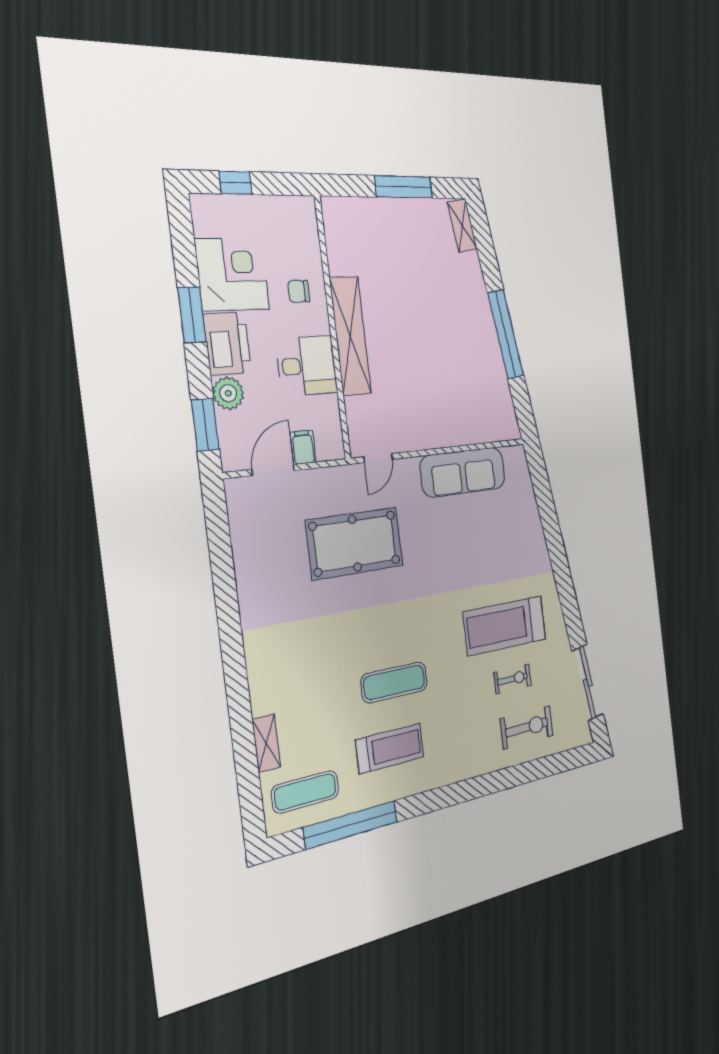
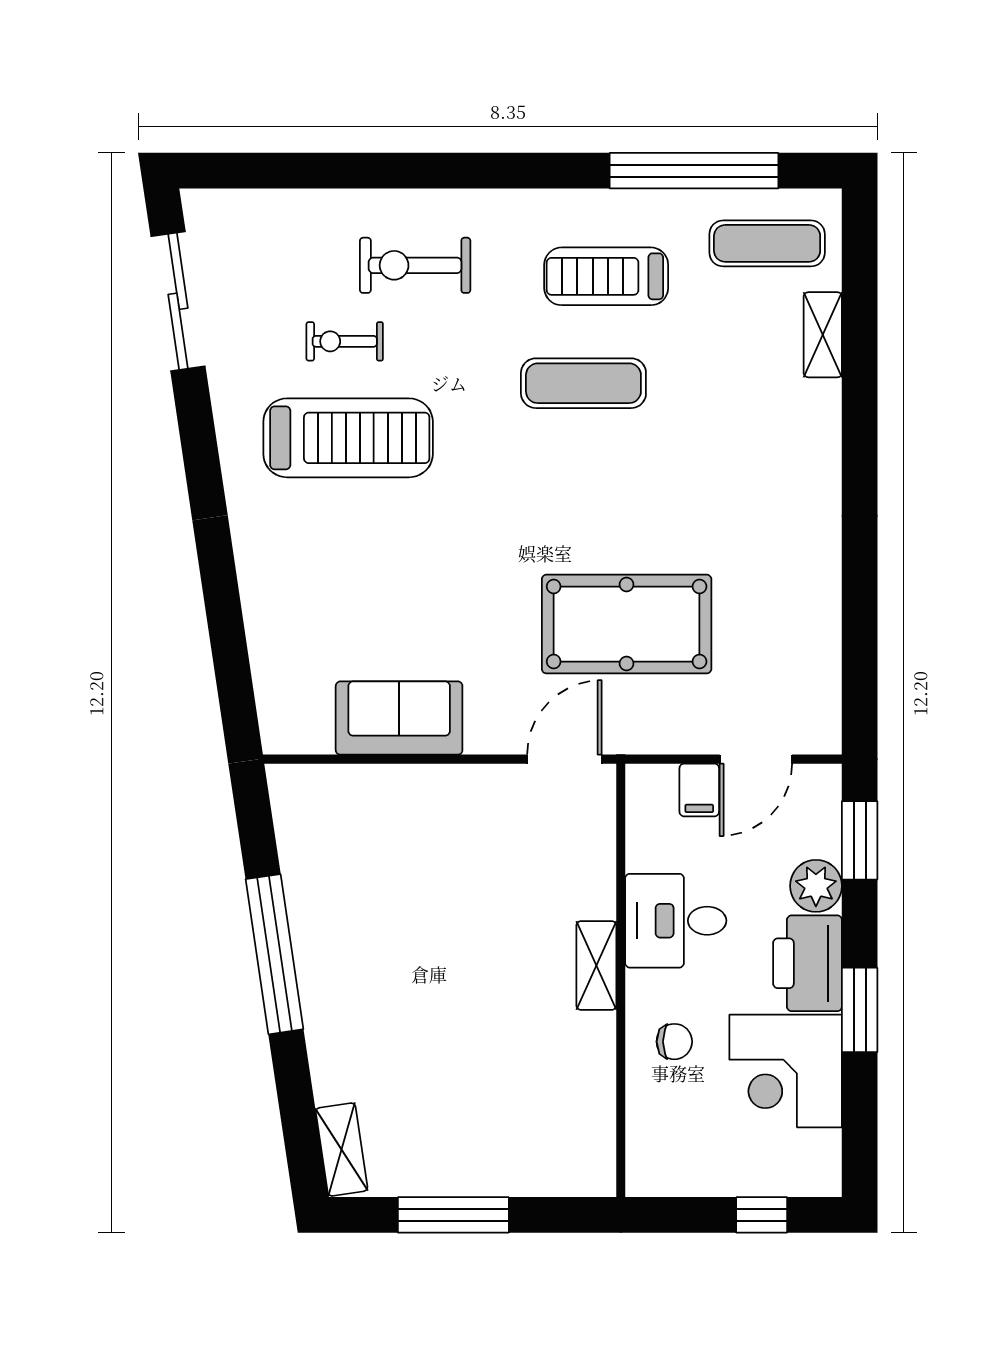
shelving: (350, 336) -> (596, 965), width x0.45, depth x0.75
door: (378, 458) -> (564, 759), width x1.38
sofa: (463, 472) -> (399, 718), width x0.73
exercise bike: (527, 727) -> (415, 265), moved

